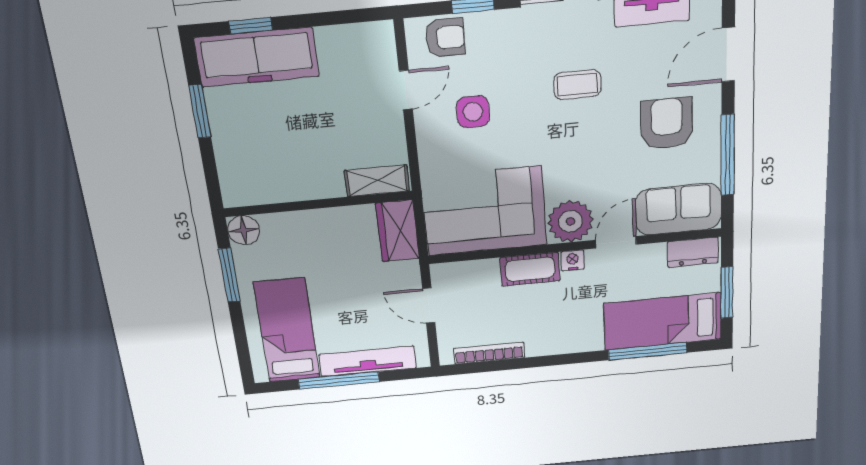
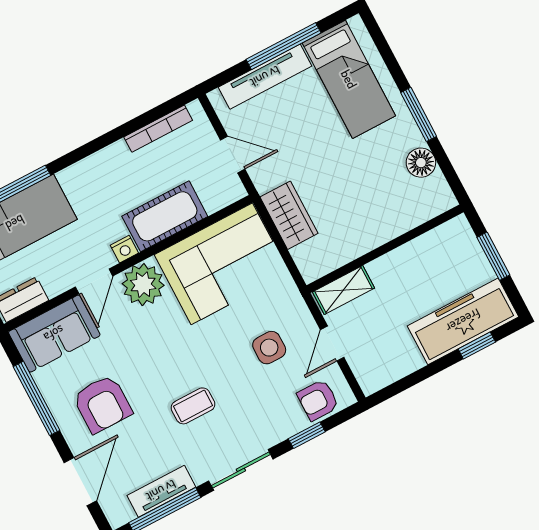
shelving: (377, 181) -> (344, 290), moved
wall: (318, 204) -> (385, 249), moved
cot: (530, 269) -> (165, 216), width x1.37, depth x1.34

